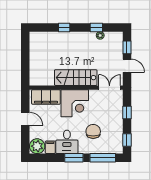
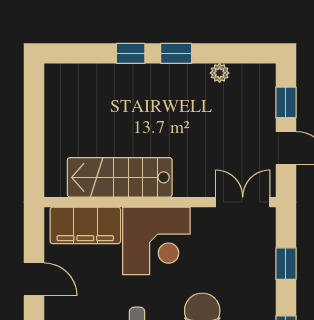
window: (96, 28) -> (176, 53), moved
stairs: (76, 78) -> (120, 177), moved

